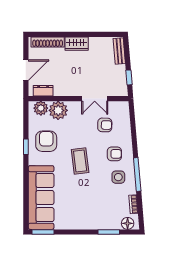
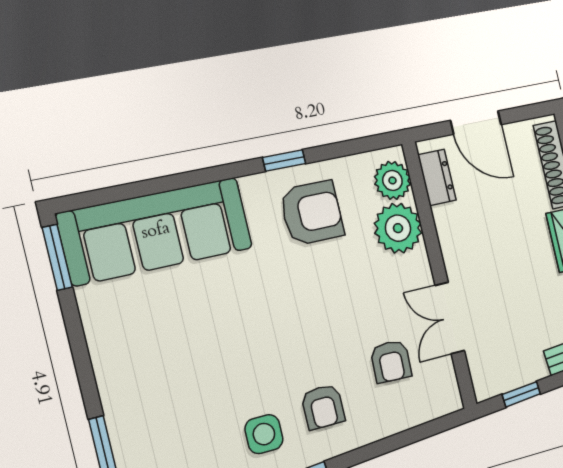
coffee table: (80, 161) -> (282, 317), removed

